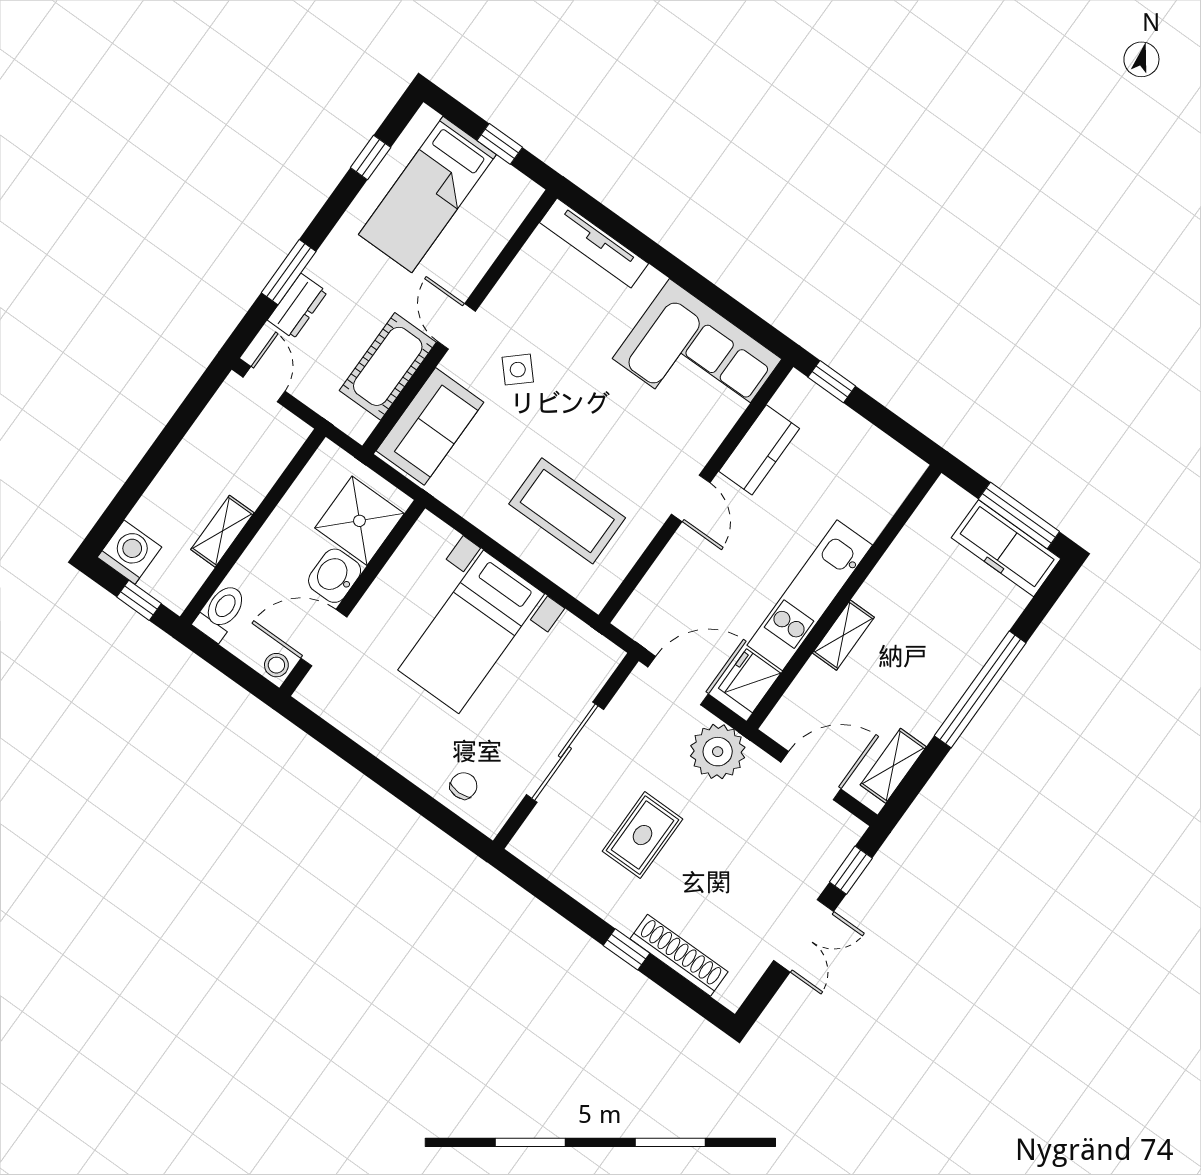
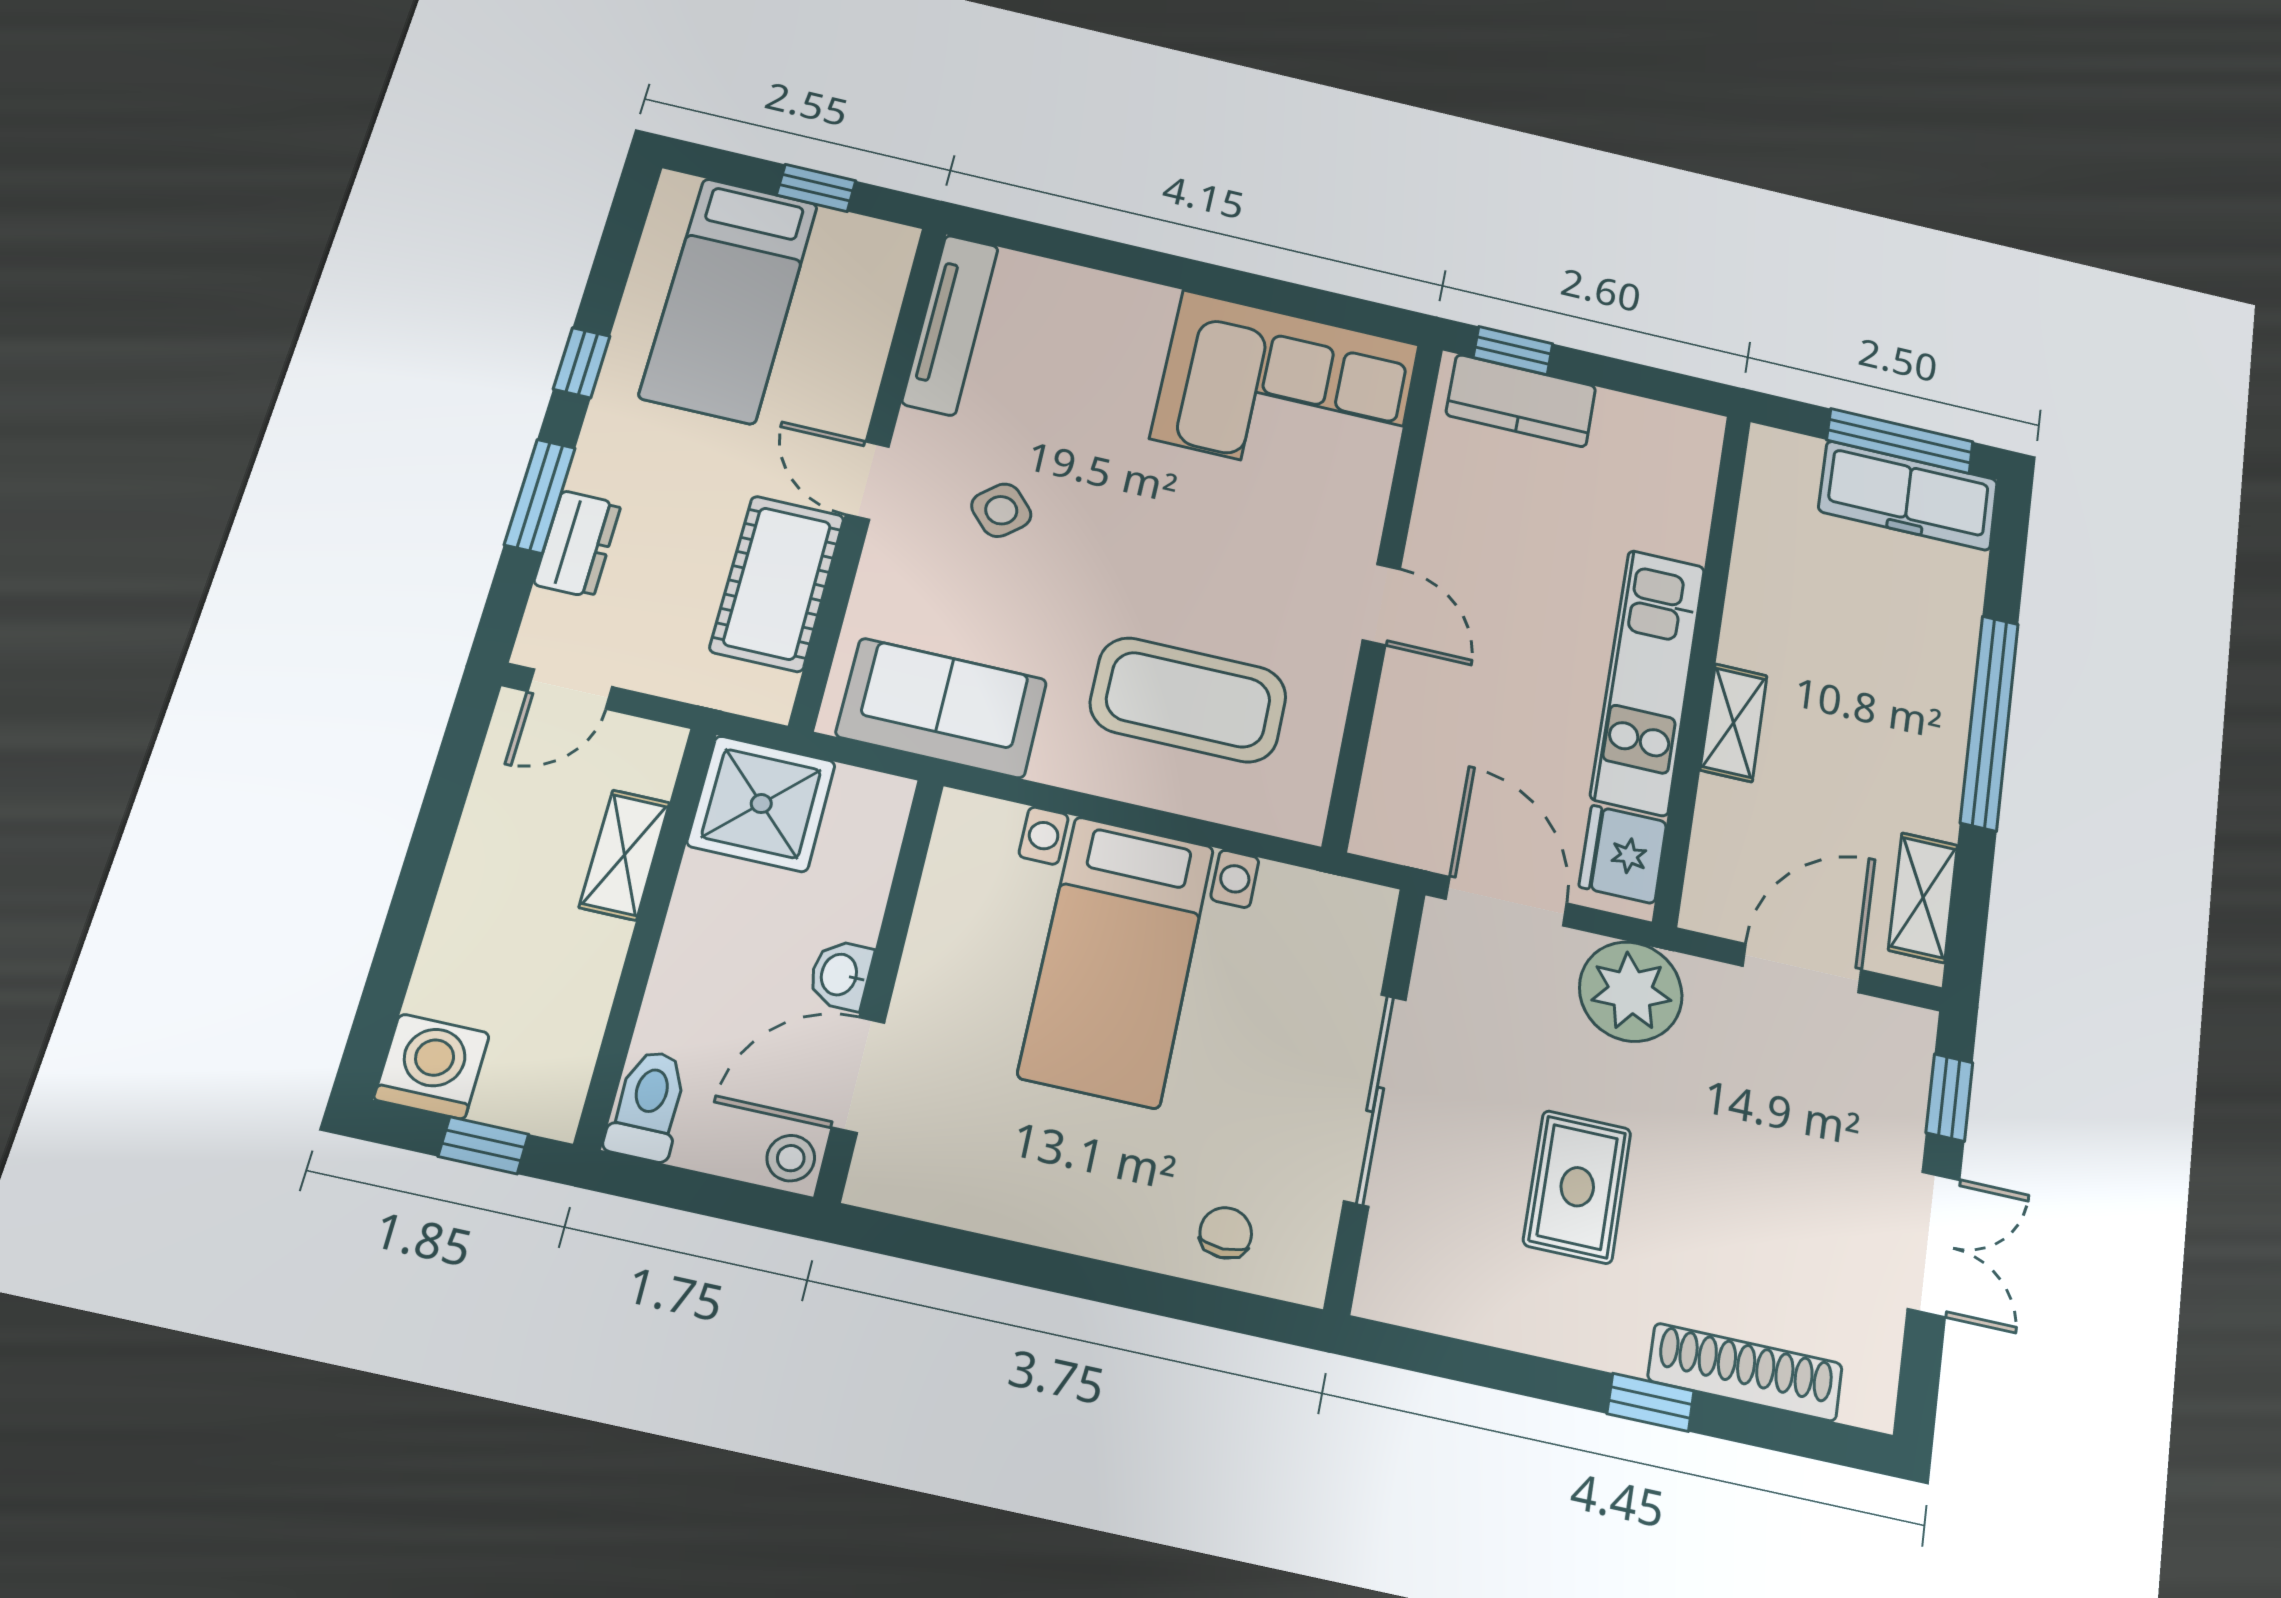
window: (371, 158) -> (582, 363), moved
tv unit: (594, 243) -> (950, 325), moved, turned -90
door: (264, 384) -> (570, 689), swing flipped
sofa: (430, 426) -> (942, 708), moved, turned -90
kitchen counter: (759, 450) -> (1521, 401), moved, turned 90
shower: (359, 521) -> (761, 804), moved
shelving: (222, 531) -> (624, 855), moved
washbasin: (335, 576) -> (841, 975), width x0.72, depth x0.69
door: (678, 681) -> (1506, 901), hinge flipped

